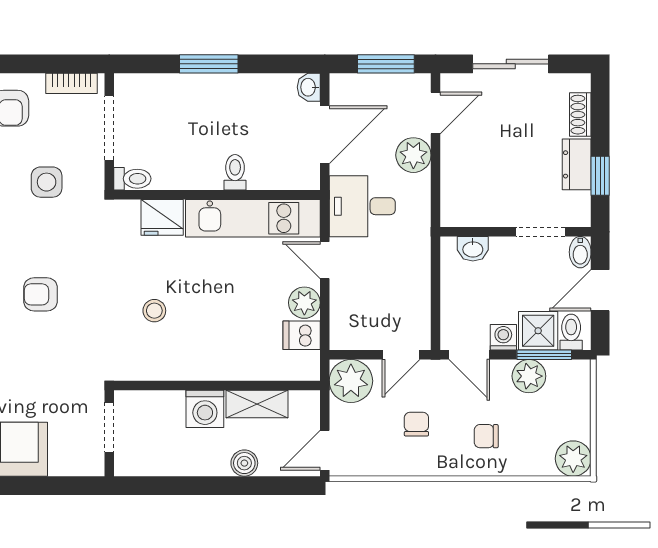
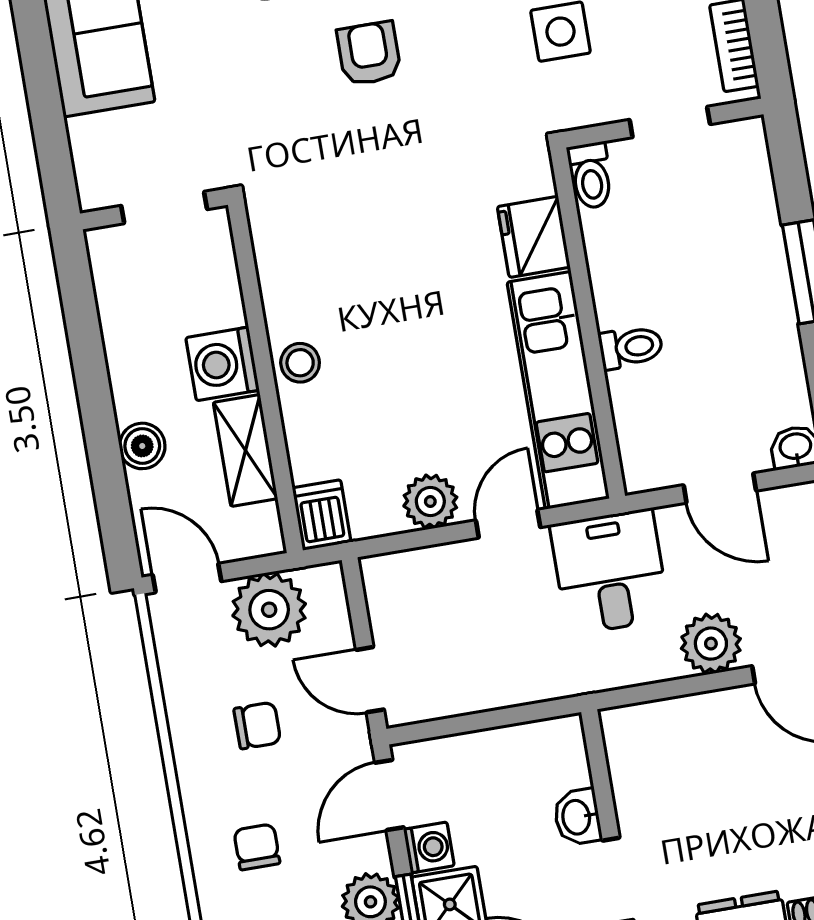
doorway: (109, 128) -> (670, 122), width x0.73
door: (325, 135) -> (720, 488), width x0.73
washbasin: (473, 249) -> (577, 817), moved
stool: (154, 311) -> (300, 363), moved
dishwasher: (302, 335) -> (322, 515), moved
plant: (351, 381) -> (269, 610), moved

